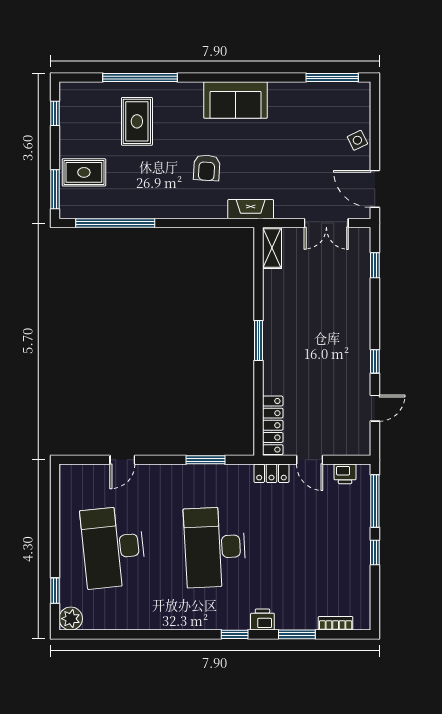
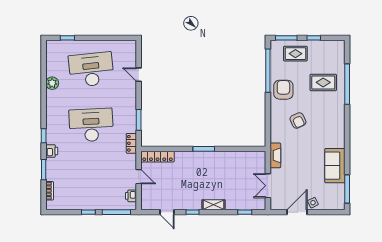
sofa: (236, 100) -> (335, 166), moved
window: (55, 113) -> (314, 38), moved
armchair: (207, 168) -> (298, 120), turned -118
rug: (84, 172) -> (295, 54), turned 90
door: (375, 189) -> (297, 212), moved
armchair: (150, 194) -> (283, 90), added
fireplace: (251, 209) -> (275, 155), moved
shelving: (272, 248) -> (214, 205), moved
door: (310, 460) -> (139, 177), swing flipped
locker: (271, 473) -> (131, 143), moved
plant: (71, 619) -> (52, 83), moved

